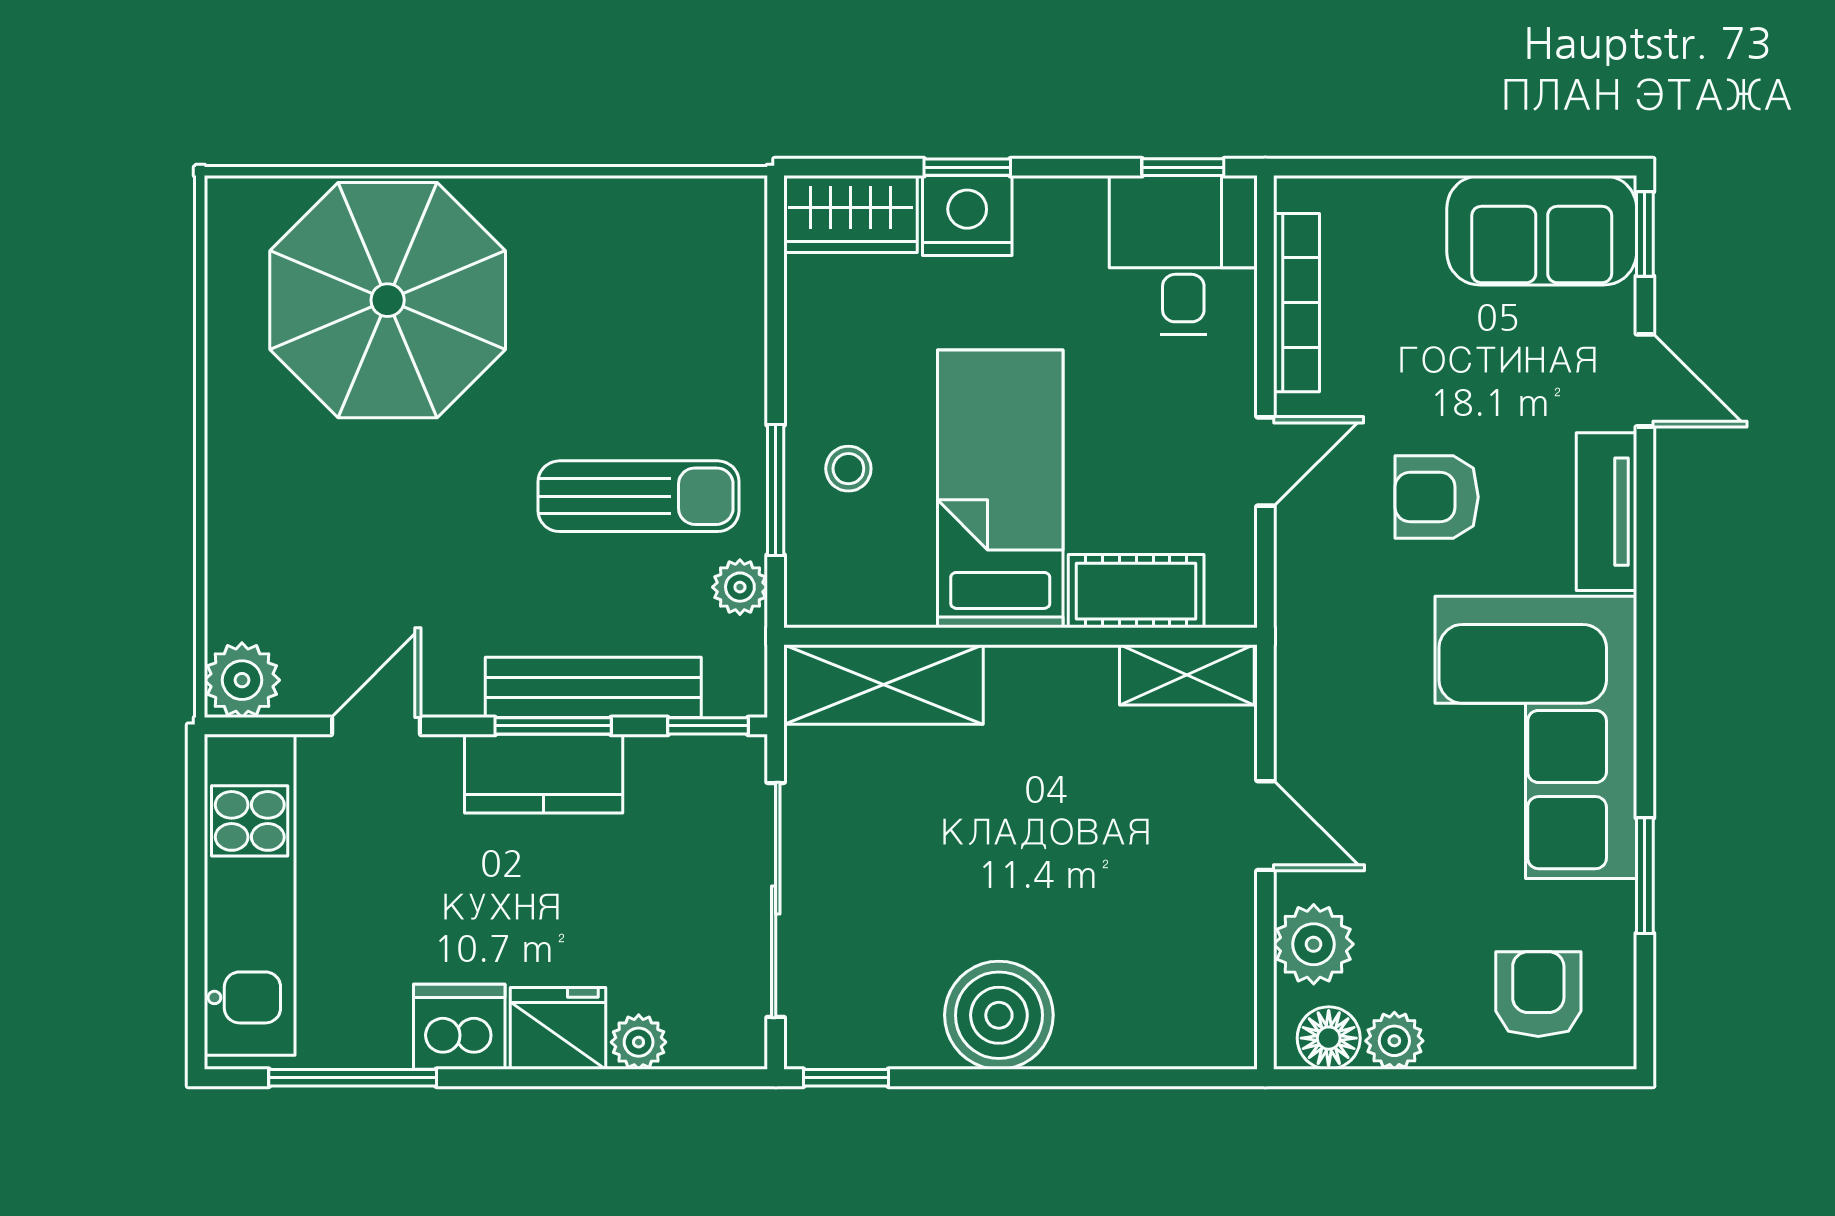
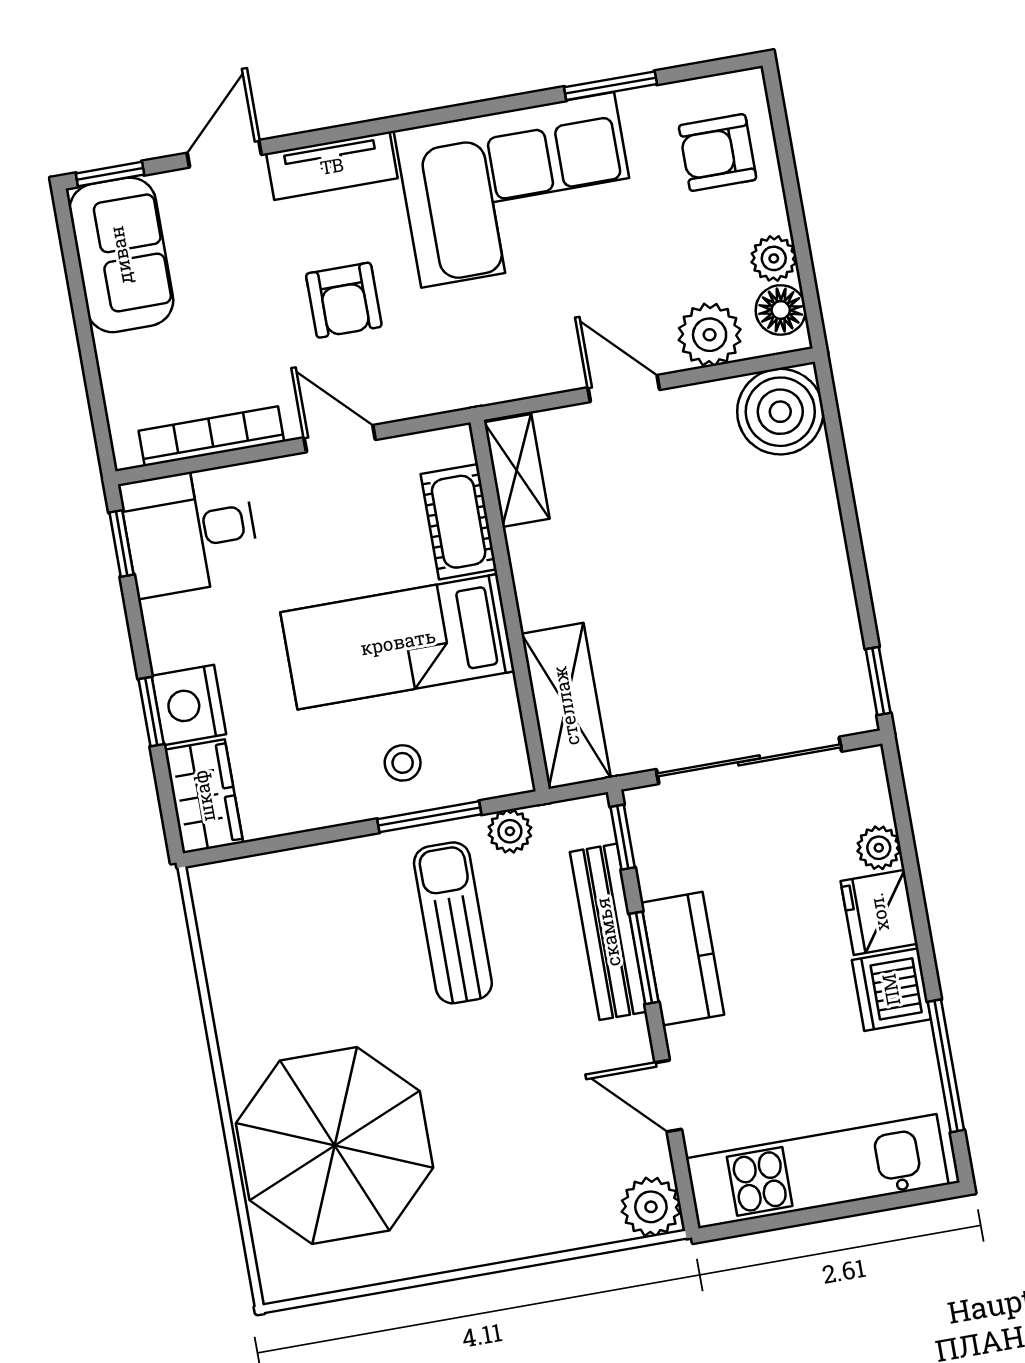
door: (1265, 826) -> (624, 389), hinge flipped
boiler: (999, 1015) -> (780, 412), moved

